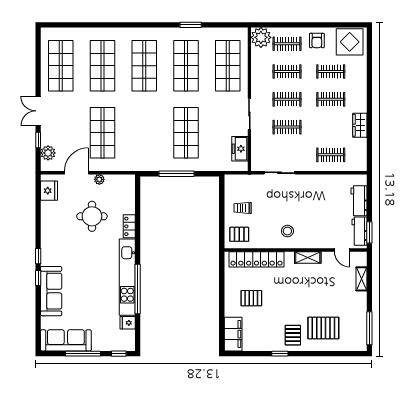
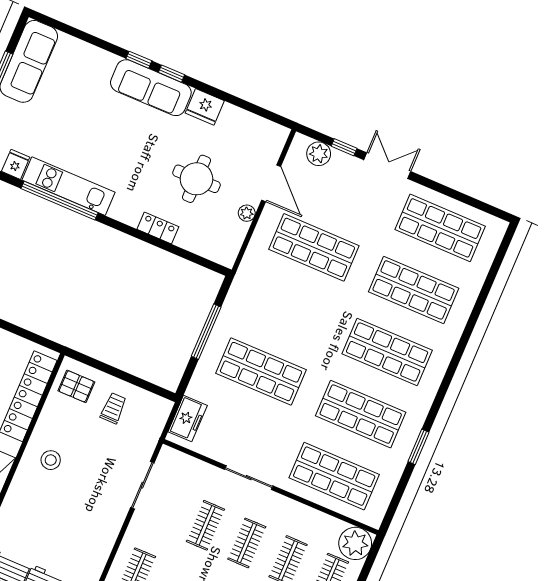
freezer: (240, 149) -> (188, 419), moved, turned 90
fridge: (49, 191) -> (205, 107), moved
pallet: (239, 234) -> (76, 386), turned 90
kitchen unit: (127, 277) -> (68, 186), width x0.73
sofa: (51, 291) -> (151, 88), moved

